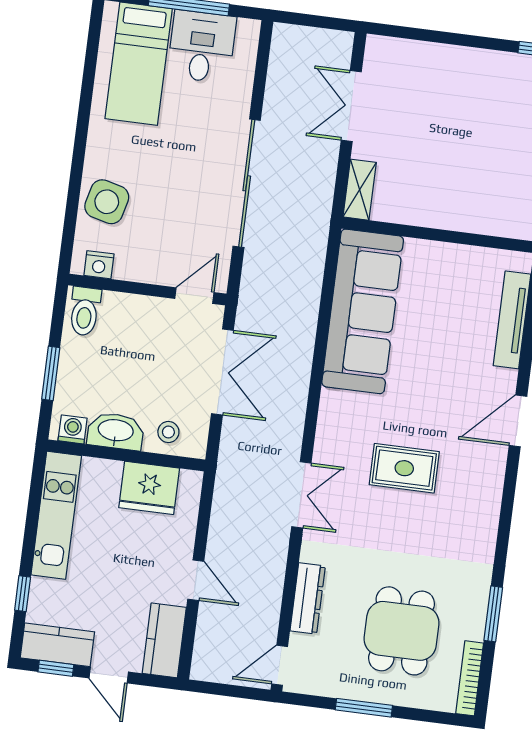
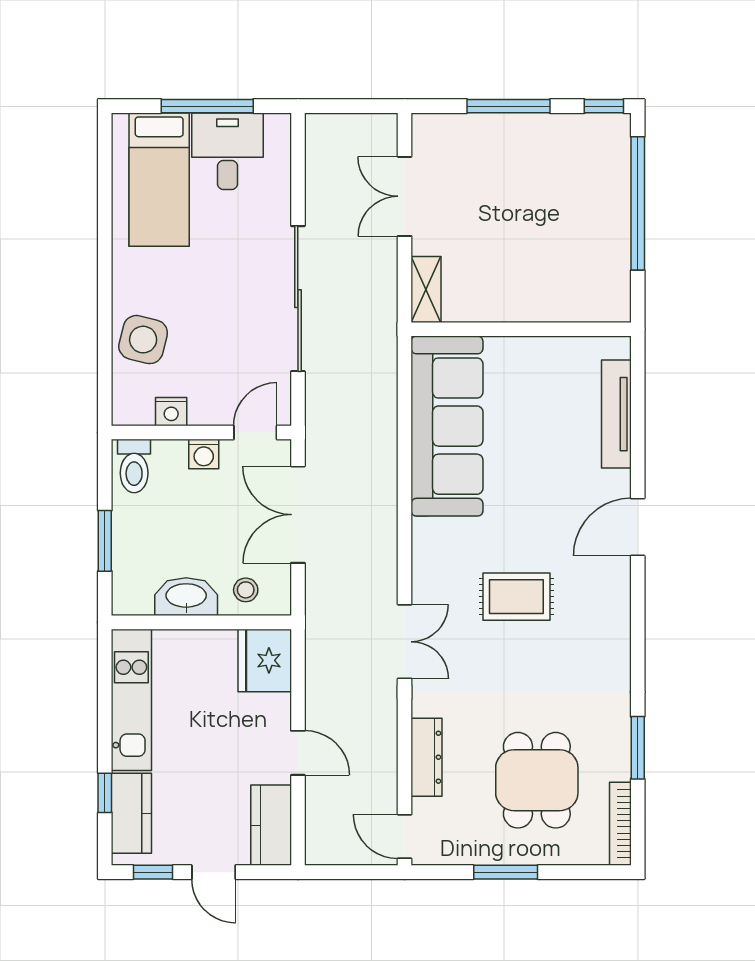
window: (452, 39) -> (508, 106), added
nightstand: (99, 265) -> (171, 412), moved
double door: (222, 372) -> (298, 515), swing flipped
washing machine: (73, 429) -> (204, 454), moved, turned 180
fridge: (149, 488) -> (265, 660), moved, turned 90
kitchen counter: (57, 645) -> (131, 813), moved, turned 90
door: (280, 665) -> (405, 837), hinge flipped

